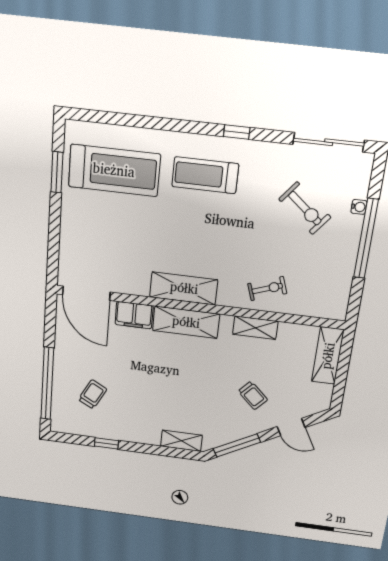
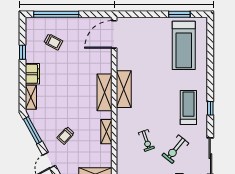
treadmill: (205, 175) -> (188, 108), moved
exercise bike: (267, 289) -> (146, 140), moved
filing cabinet: (134, 315) -> (32, 74), moved, turned 180

